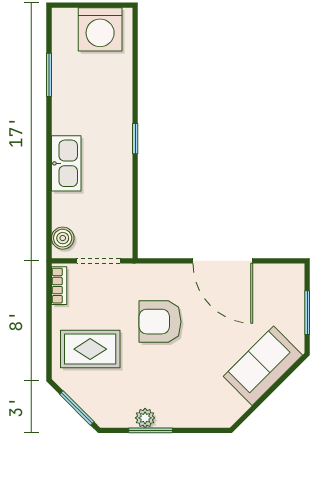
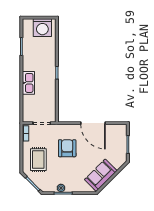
boiler: (63, 238) -> (27, 114), removed
armchair: (160, 322) -> (67, 148), turned 90
rug: (90, 349) -> (38, 160), turned 90
sofa: (263, 366) -> (101, 175), moved

